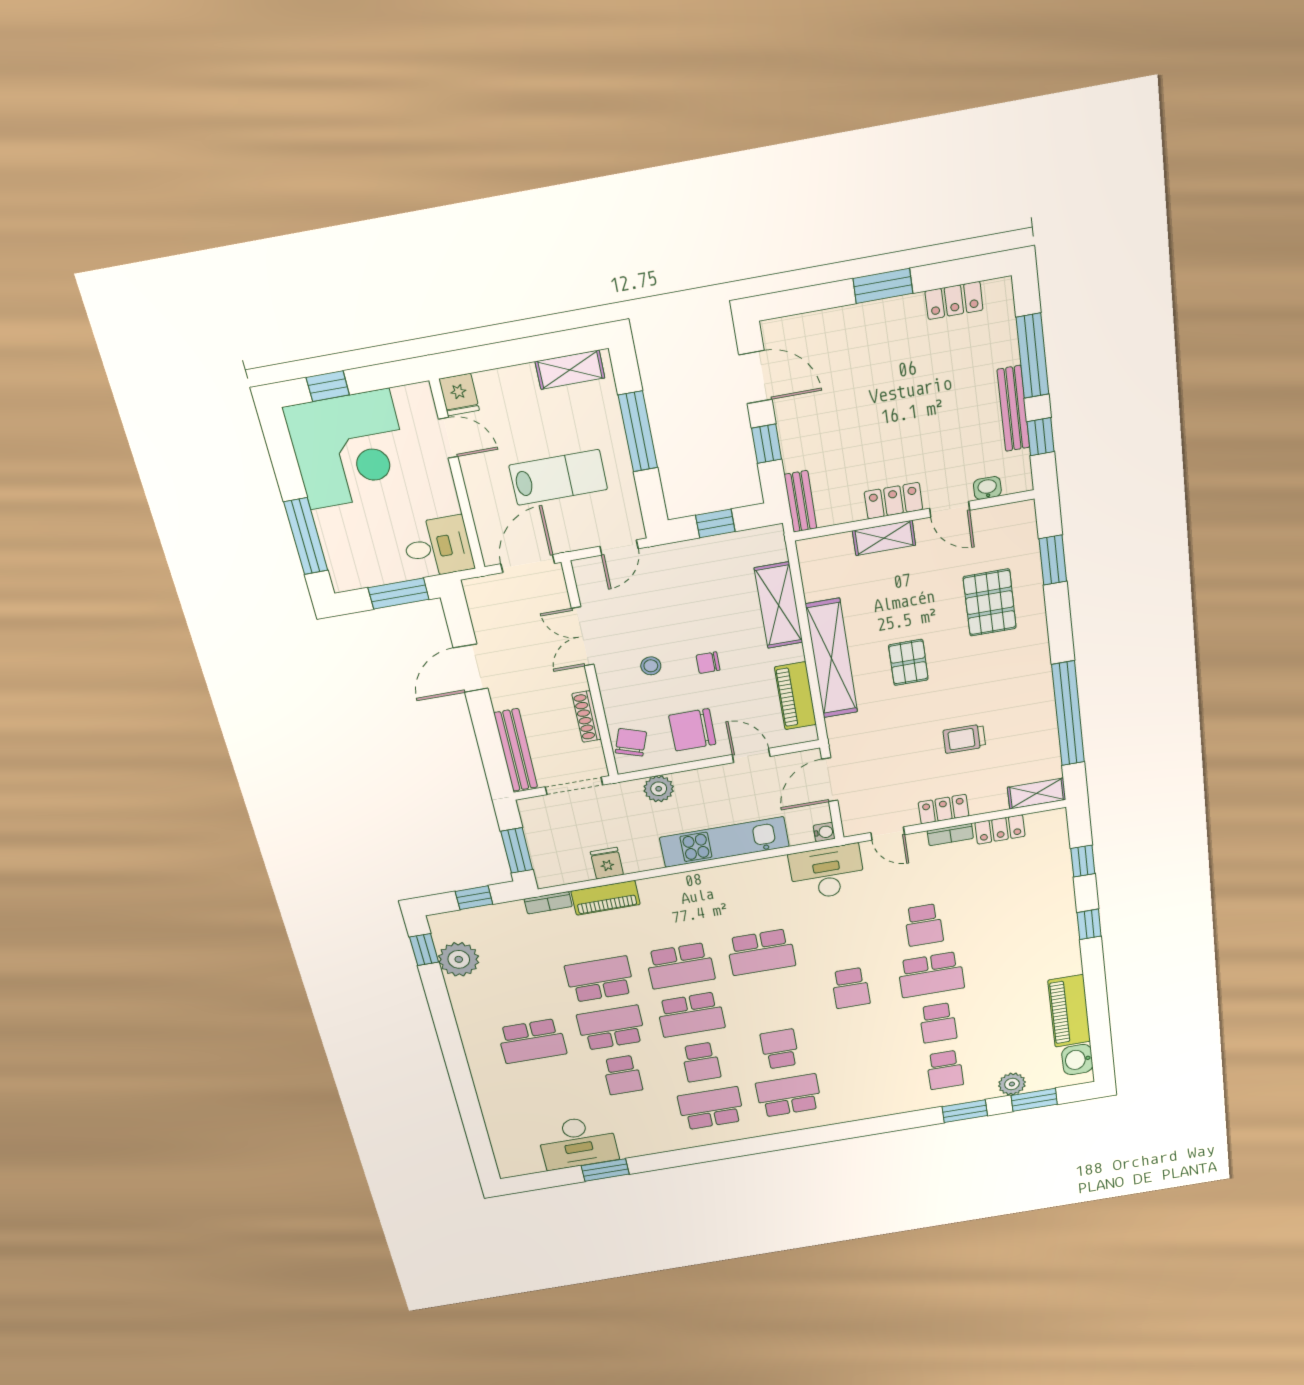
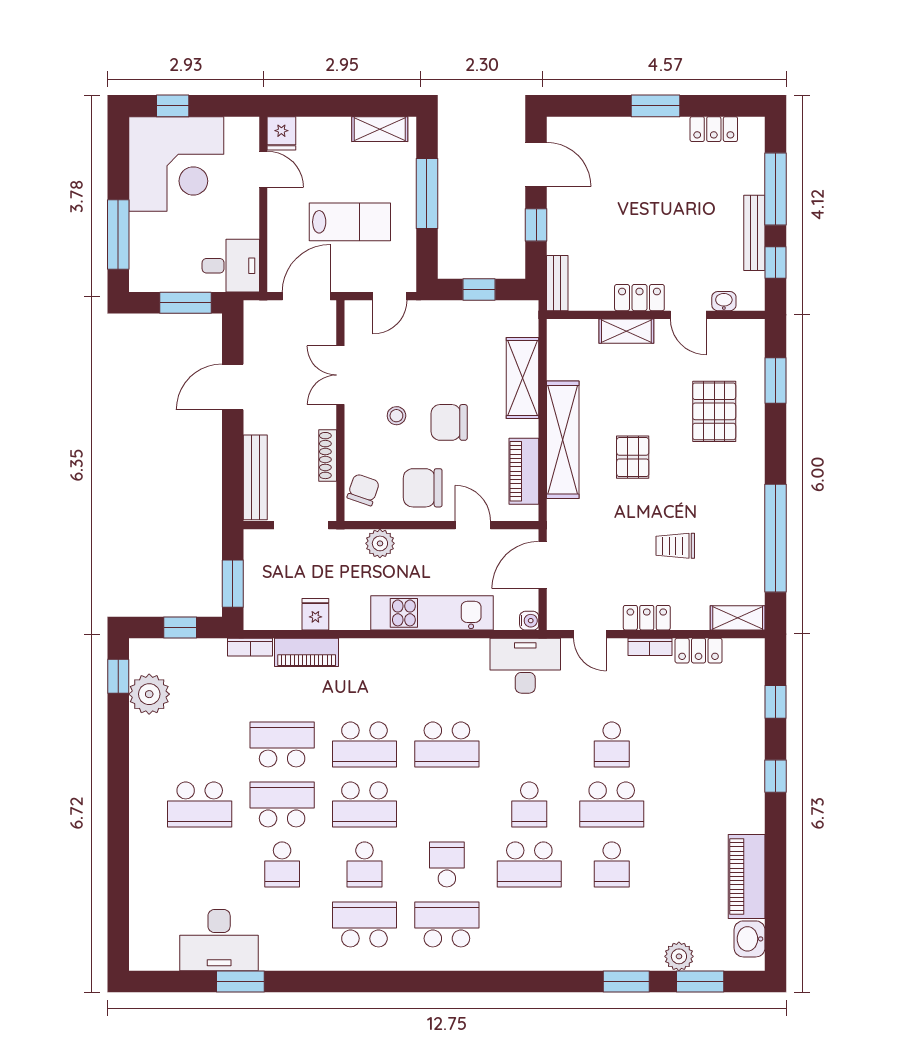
chair: (708, 663) -> (449, 422), width x1.87, depth x1.87
school desk: (945, 1070) -> (529, 864), moved, width x1.85

